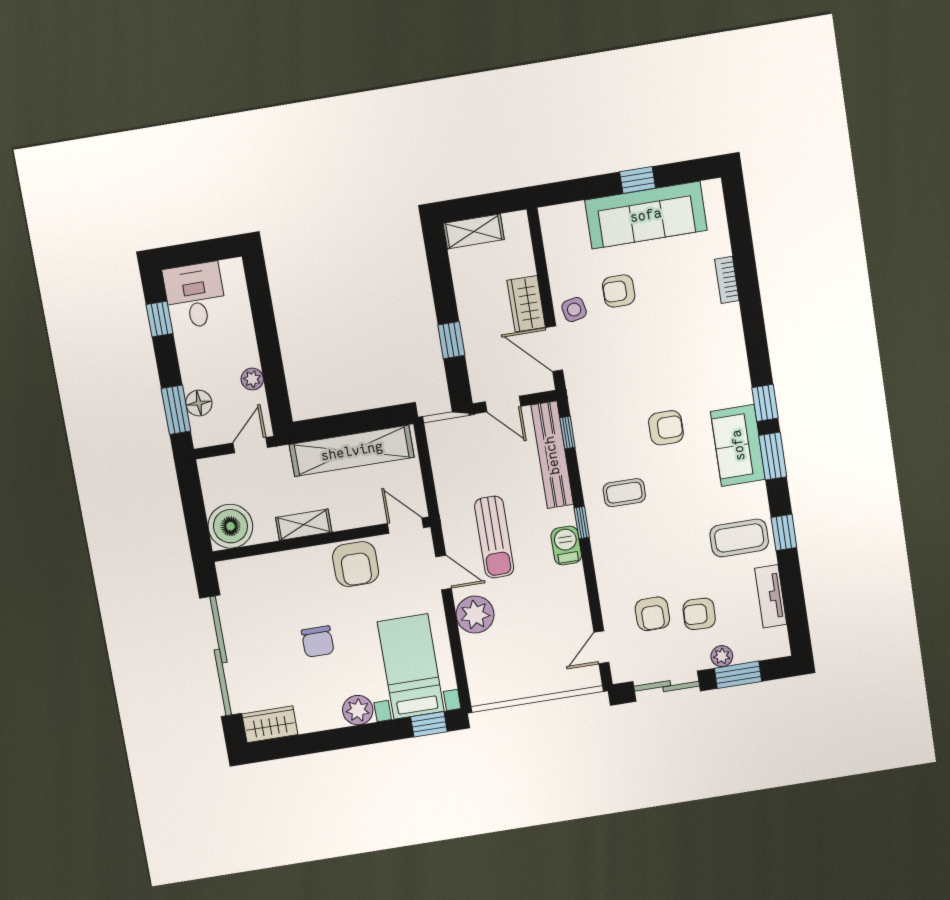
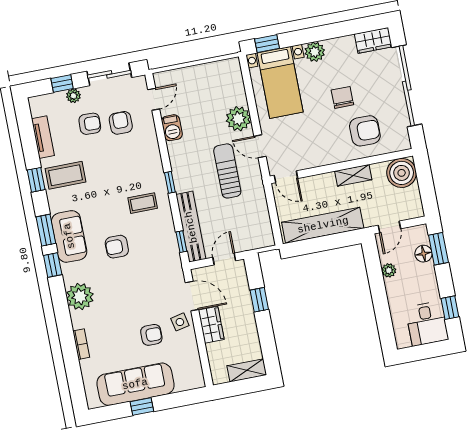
plant: (726, 353) -> (80, 296), added
door: (503, 404) -> (224, 259), hinge flipped
barbecue: (566, 546) -> (172, 128), moved
armchair: (356, 564) -> (365, 131), moved, turned 90
window: (738, 675) -> (62, 83), width x0.67

